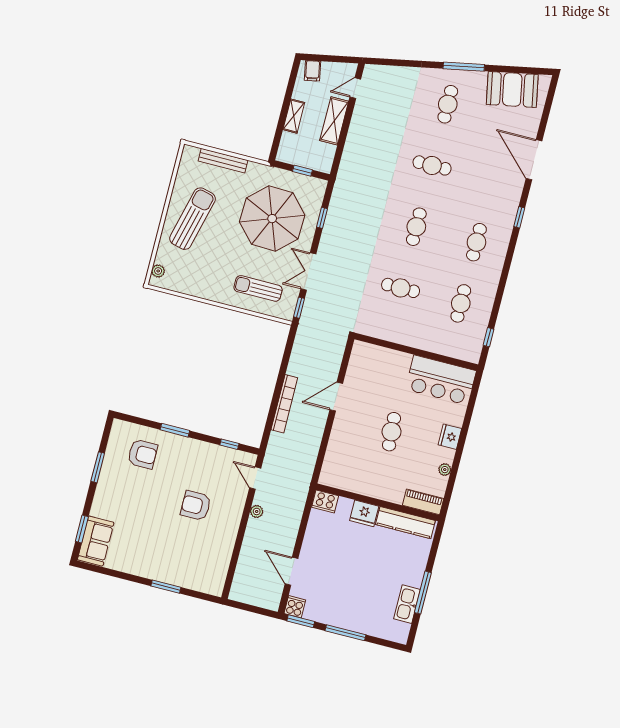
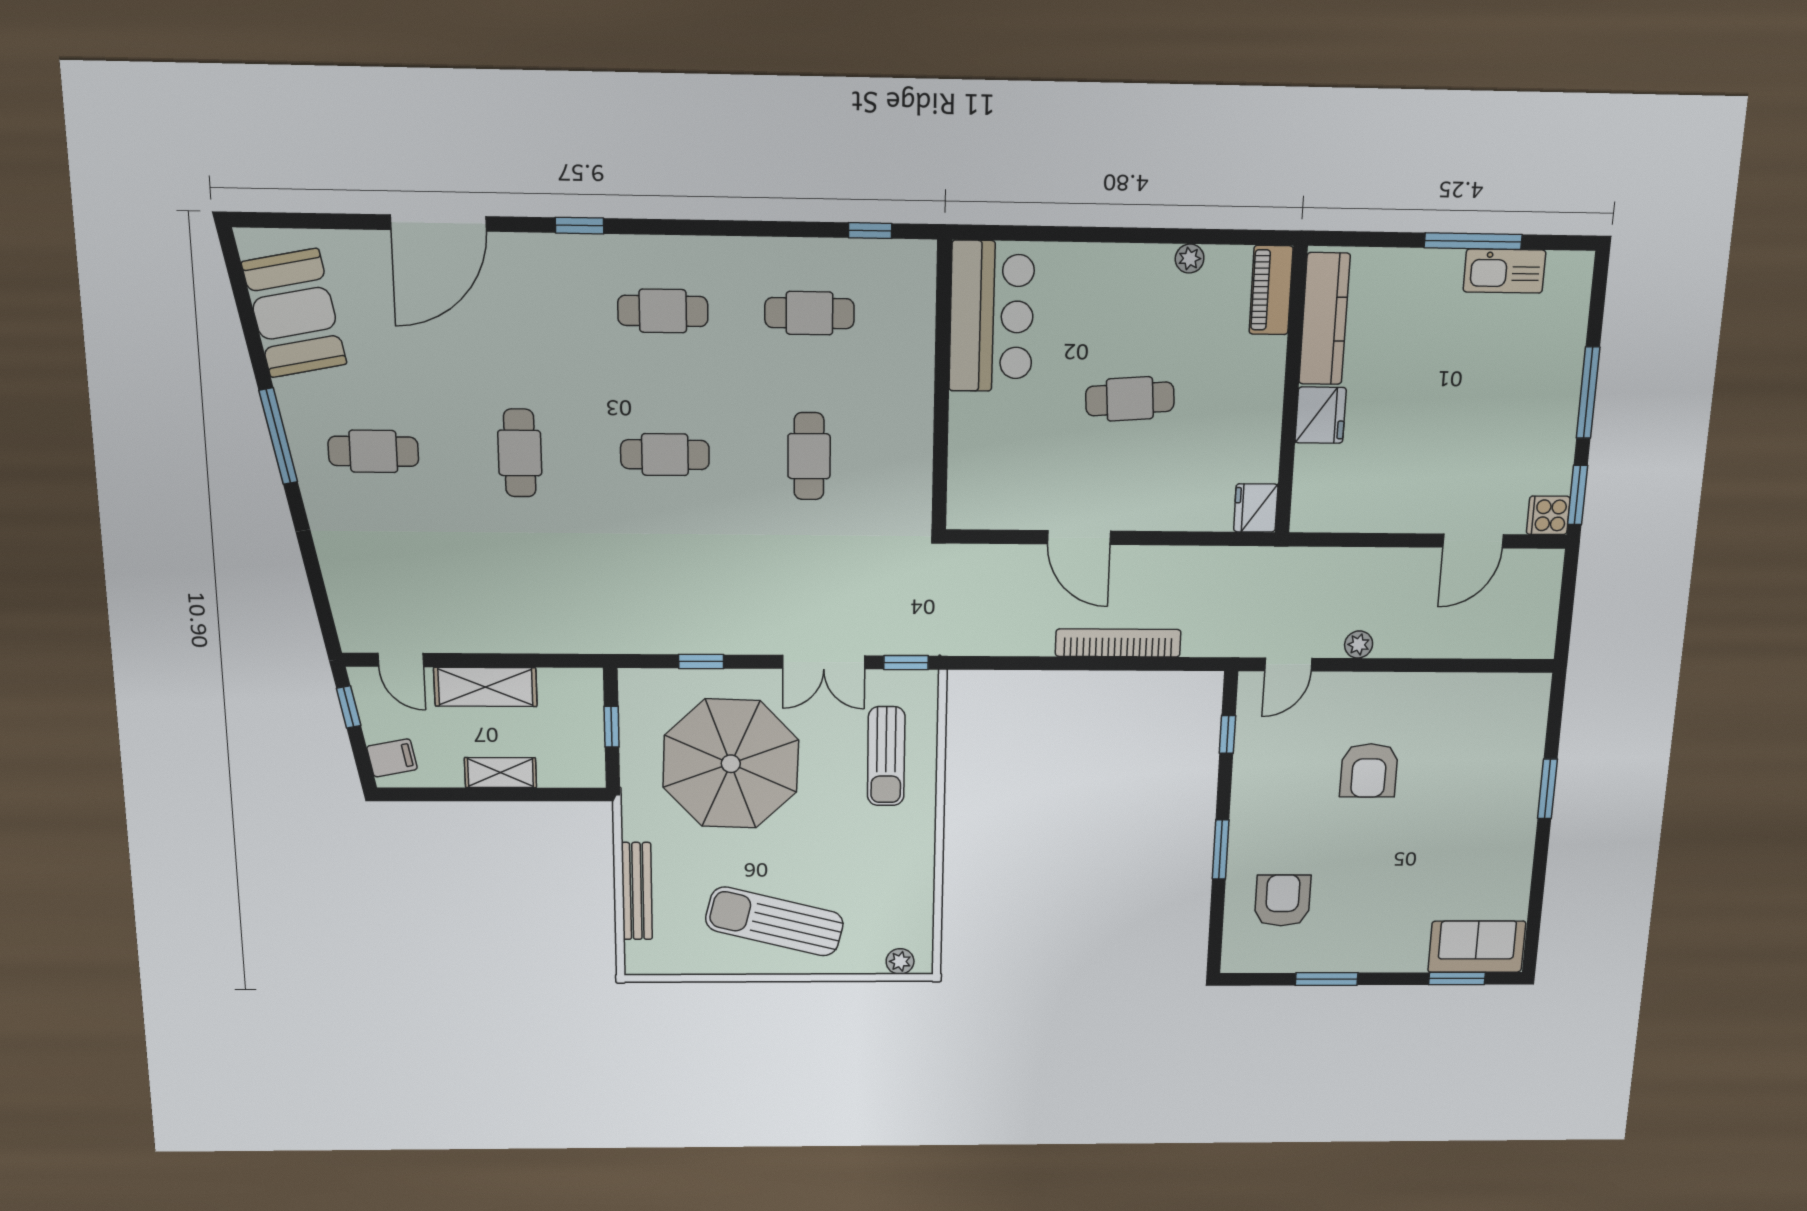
window: (340, 59) -> (349, 707), added
fridge: (450, 437) -> (1256, 508), moved, turned 90
cooker: (325, 501) -> (1311, 506), removed

